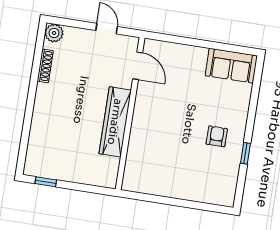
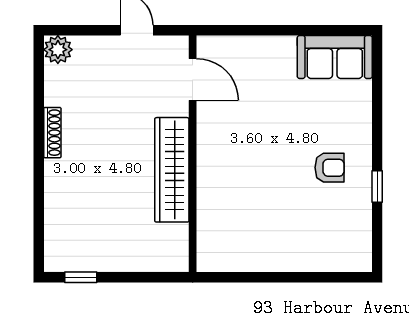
shoe rack: (45, 66) -> (52, 133), moved
armchair: (217, 136) -> (330, 168), turned 90

